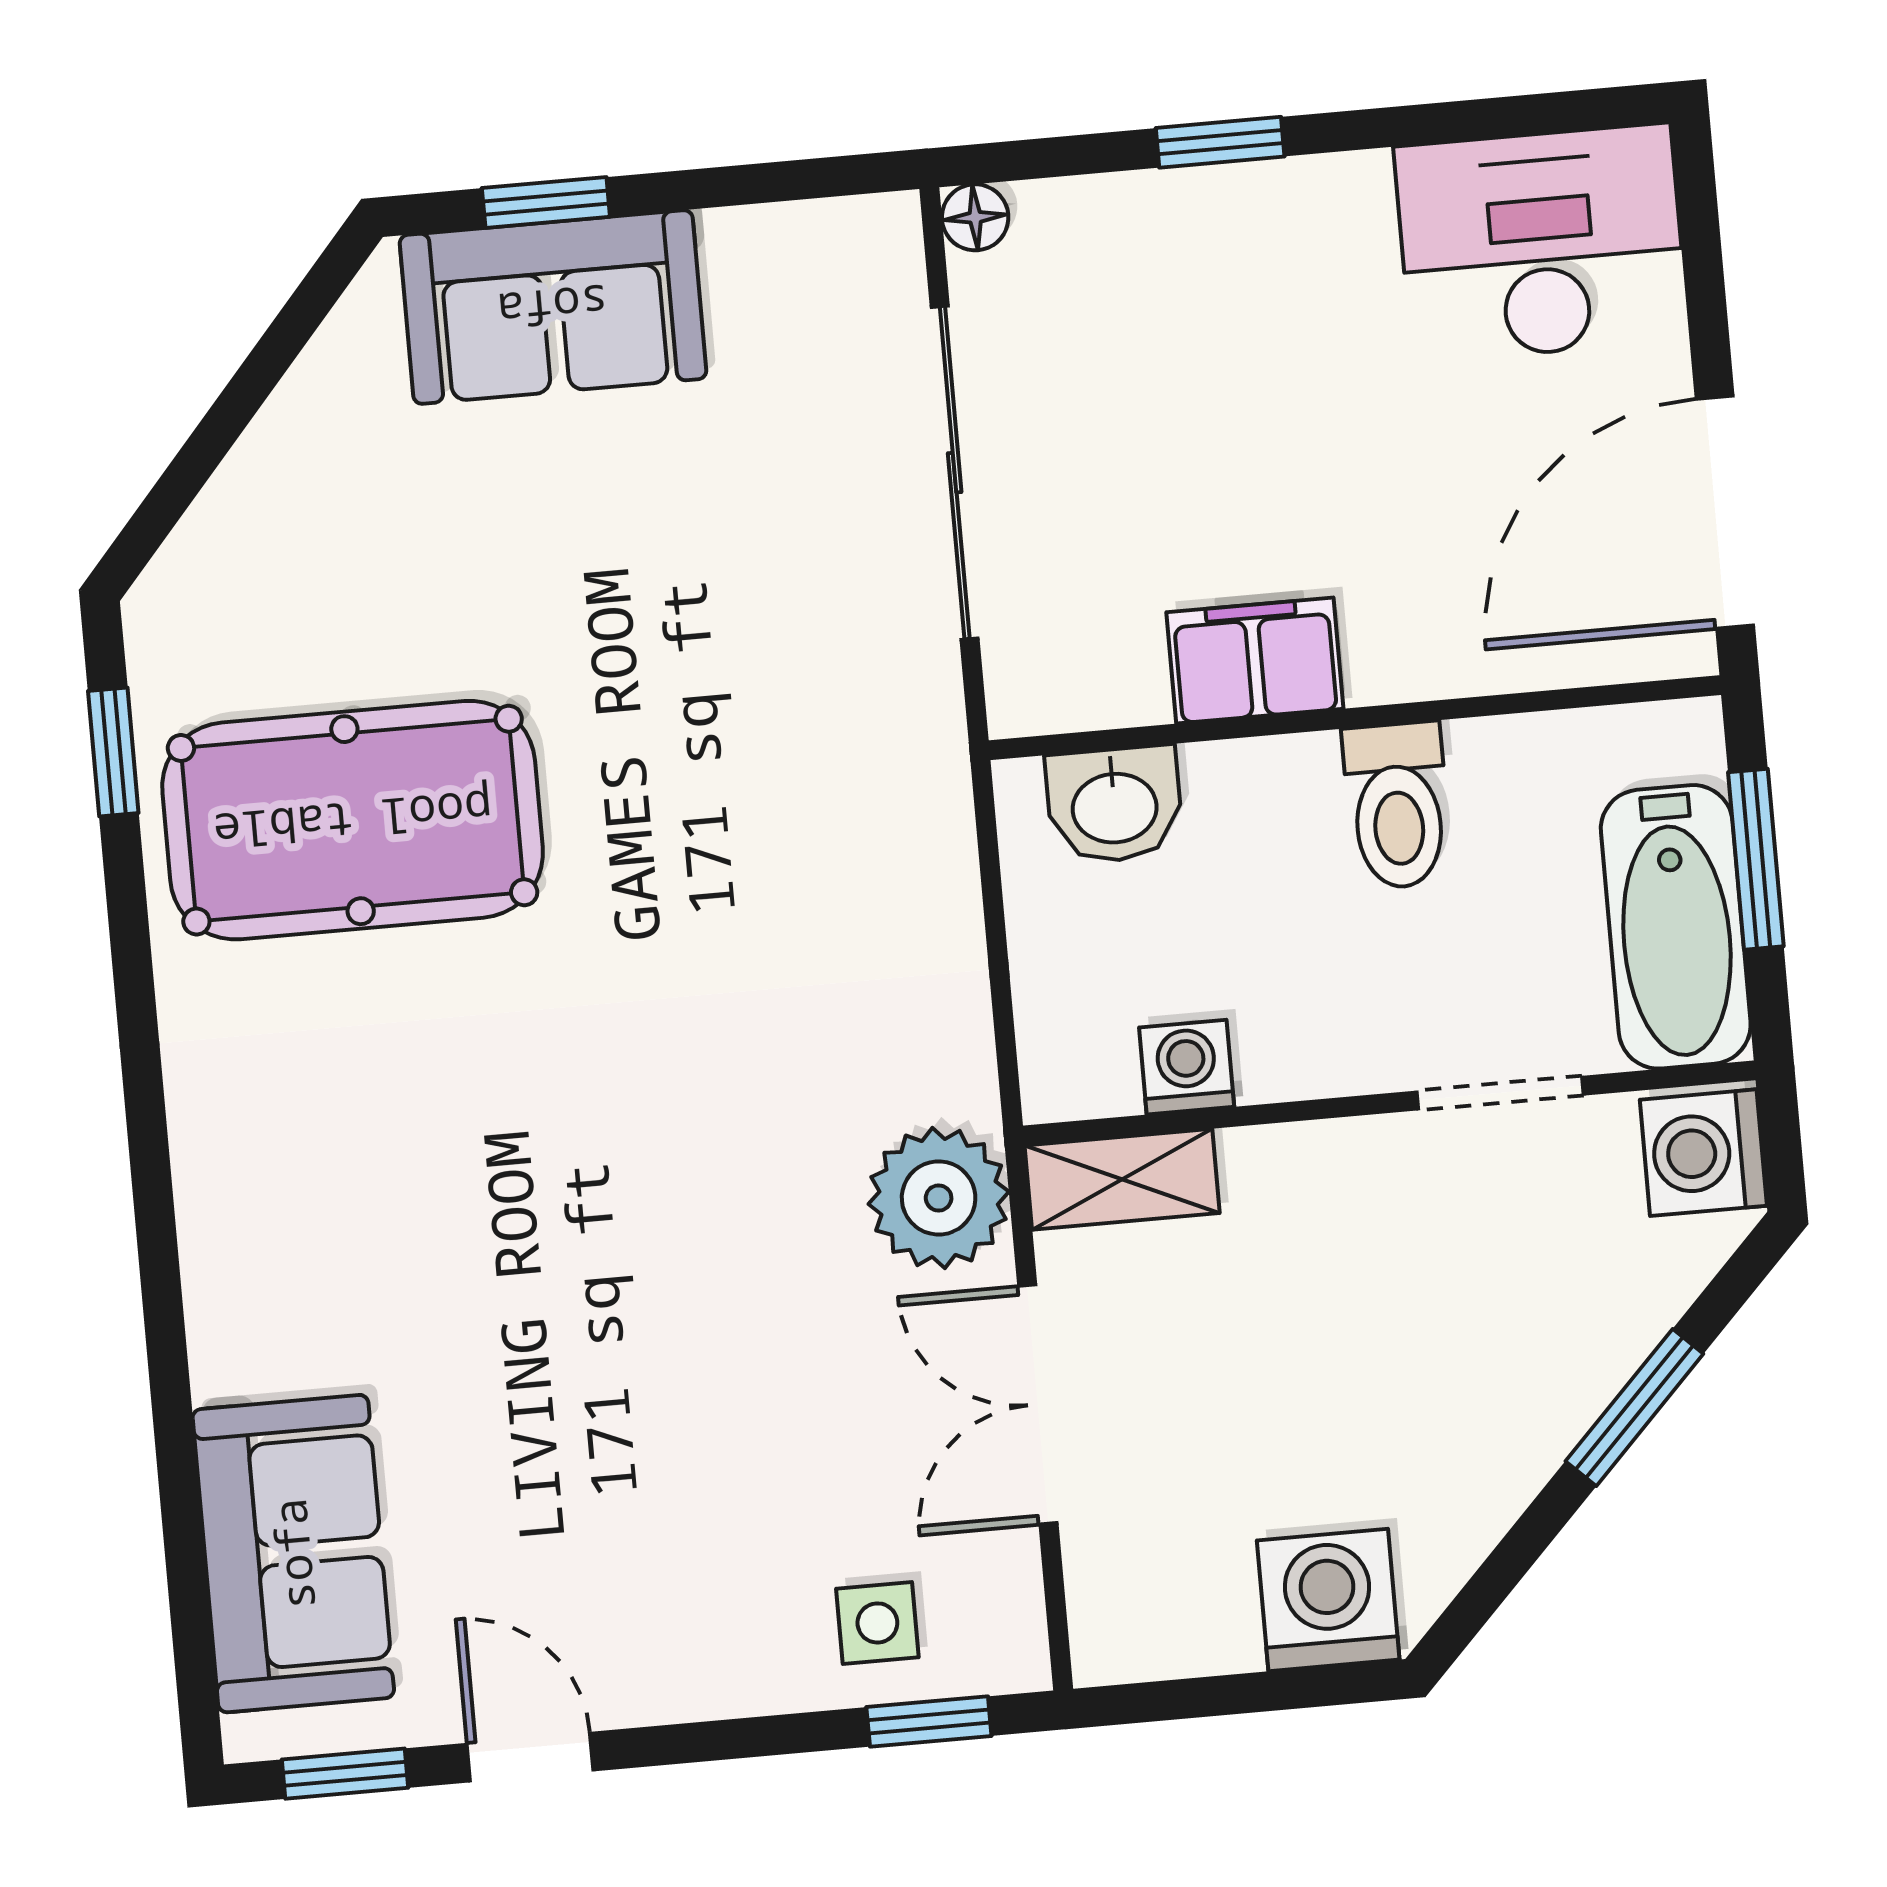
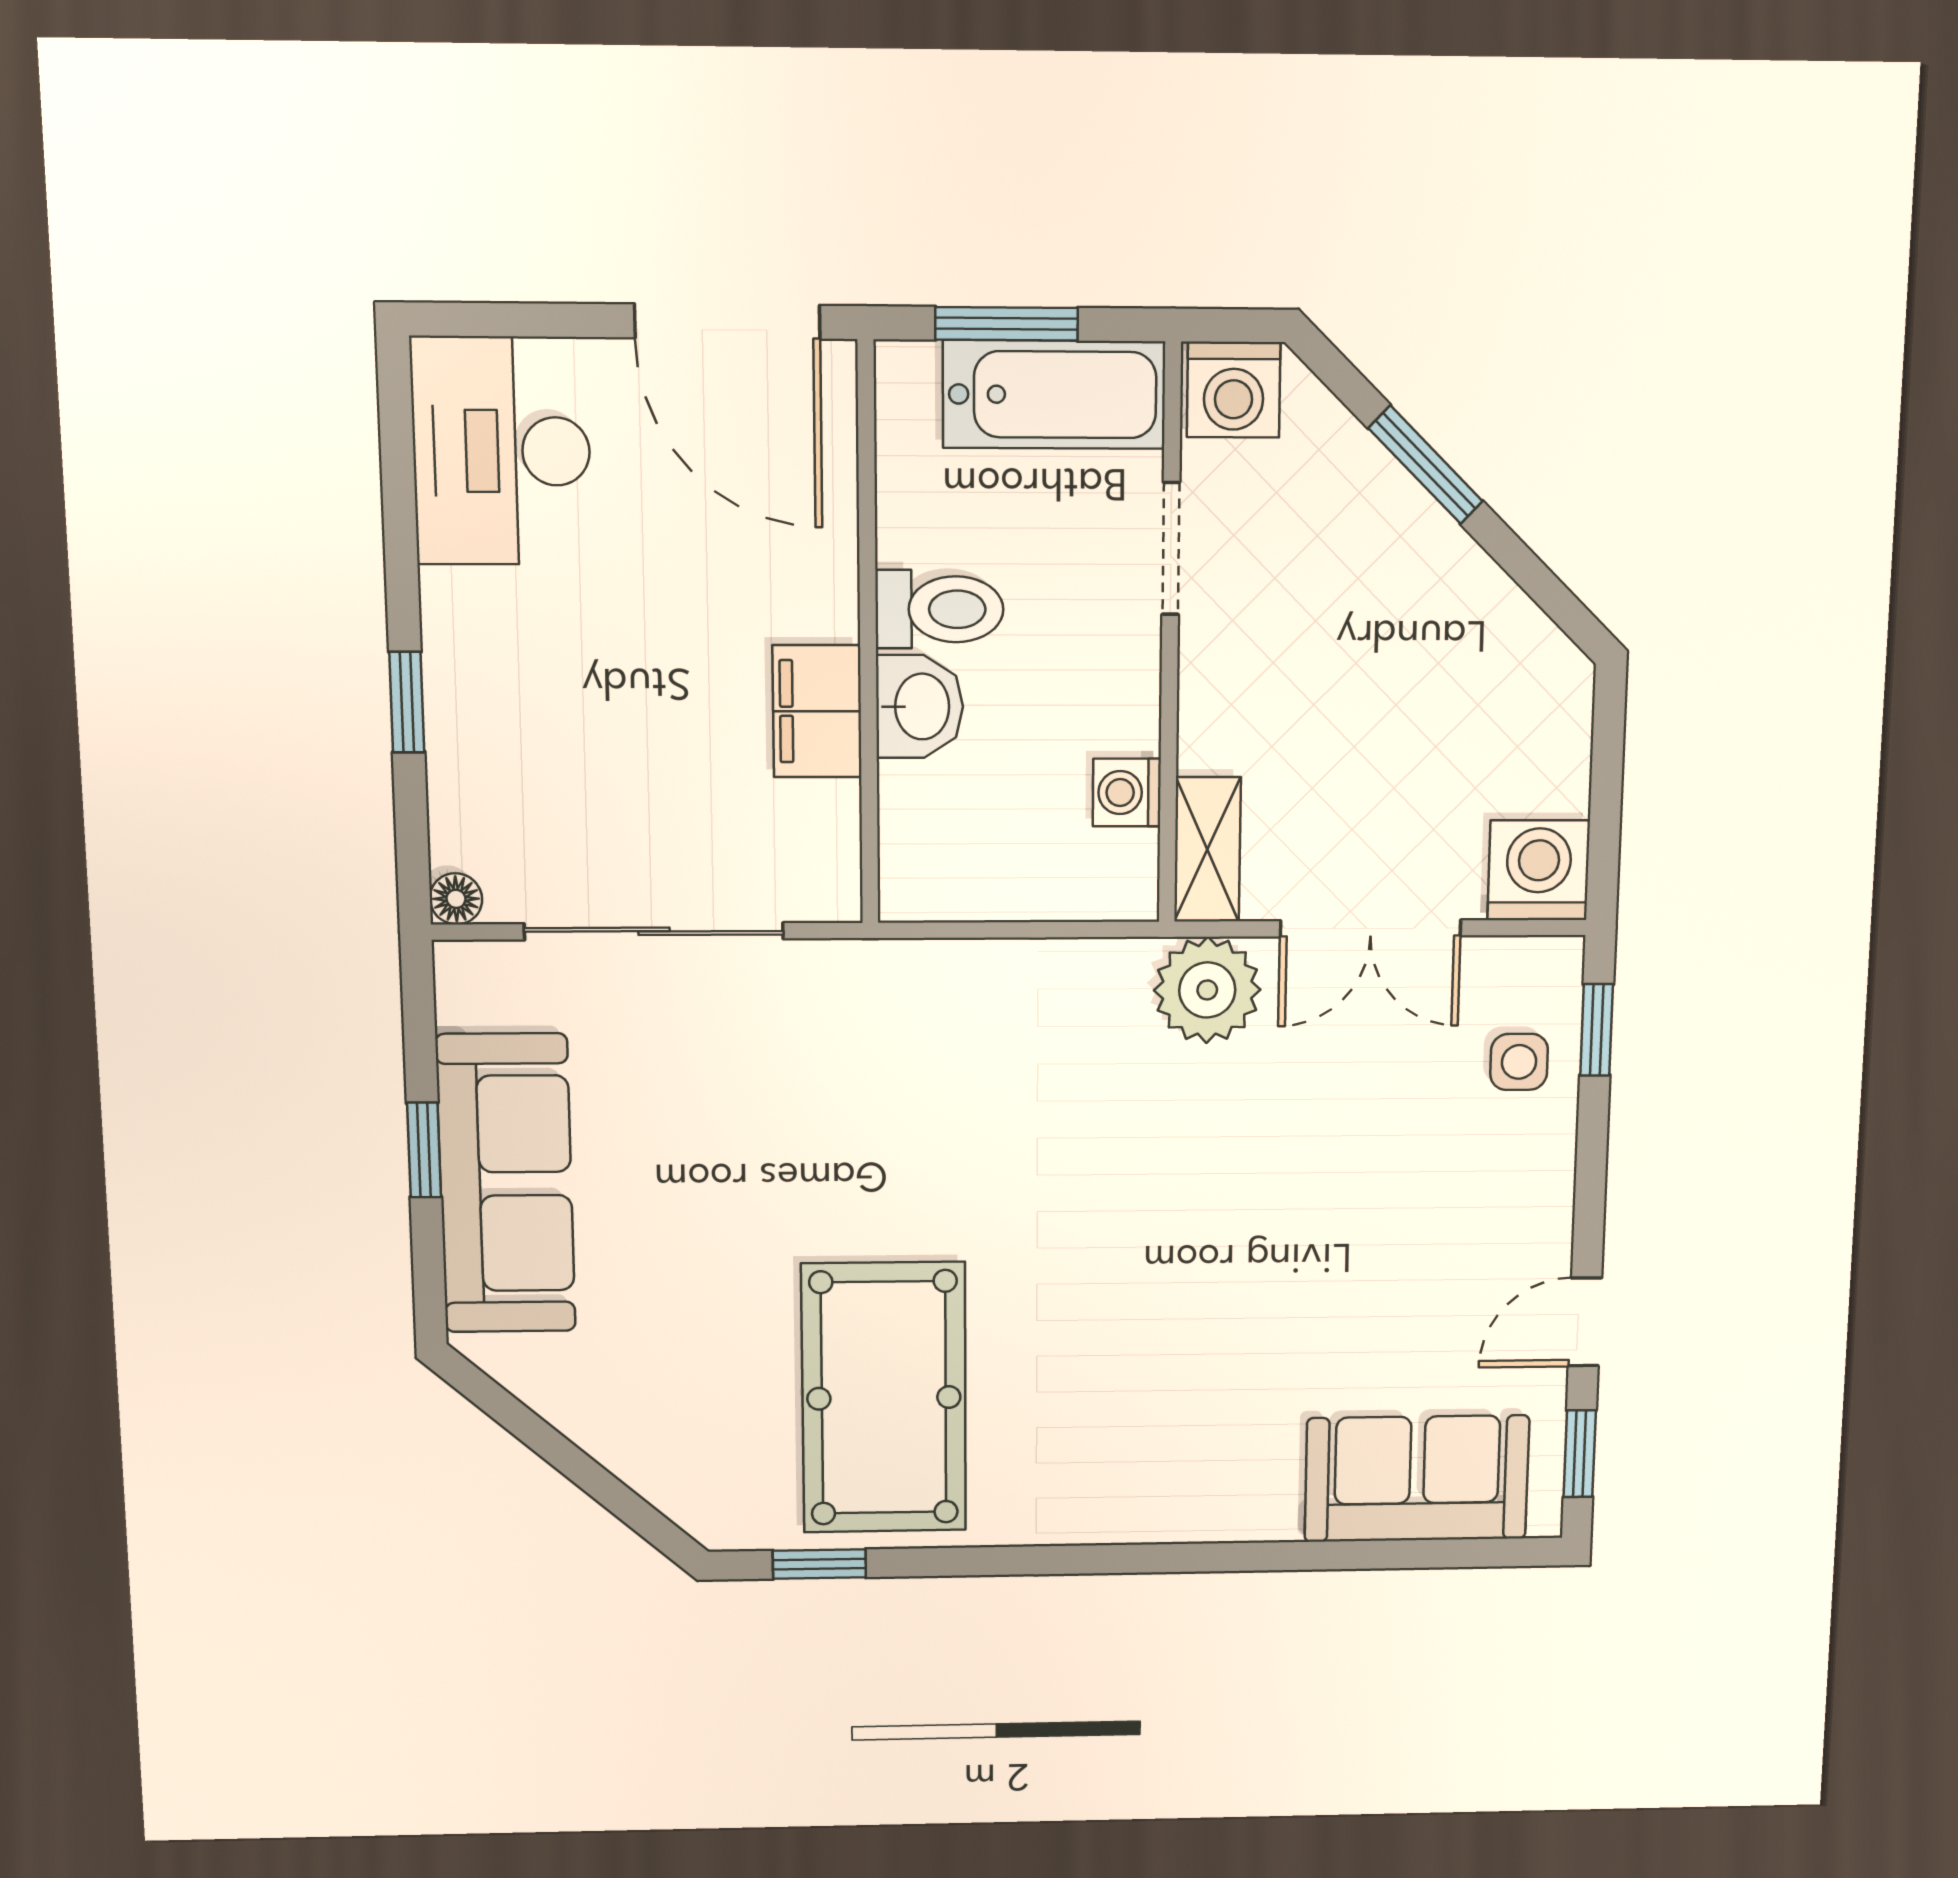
window: (546, 202) -> (424, 1150), moved
sofa: (553, 307) -> (506, 1184), width x1.36
washbasin: (1114, 805) -> (920, 707), moved
washing machine: (1328, 1600) -> (1539, 870), moved, turned 90

